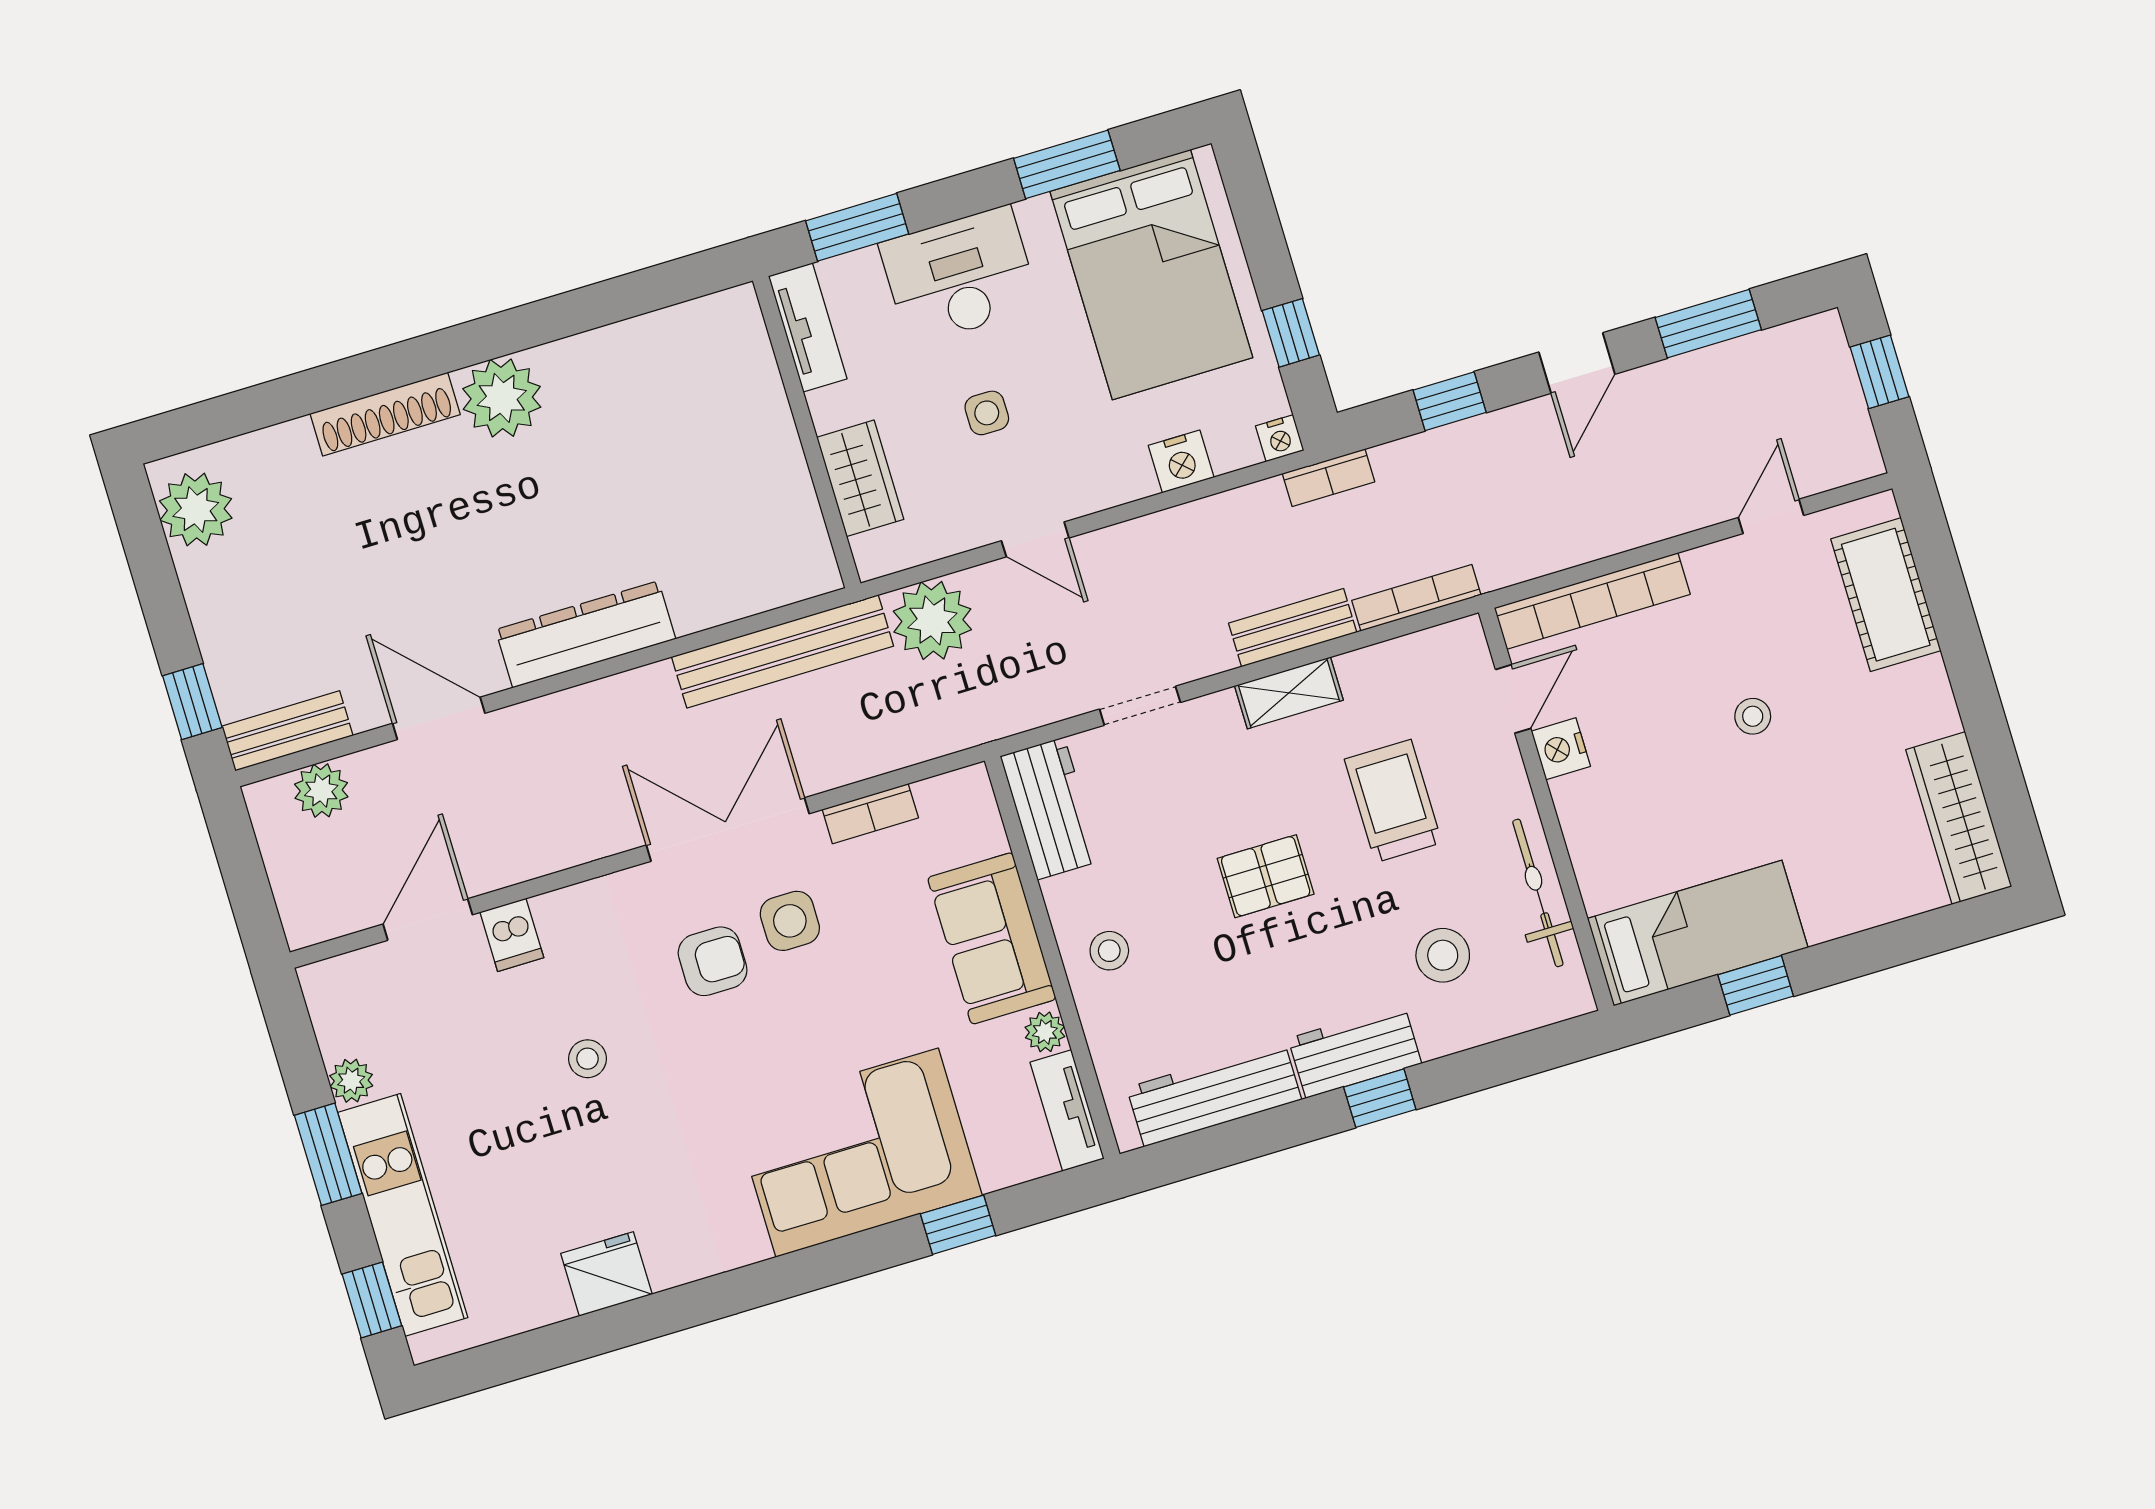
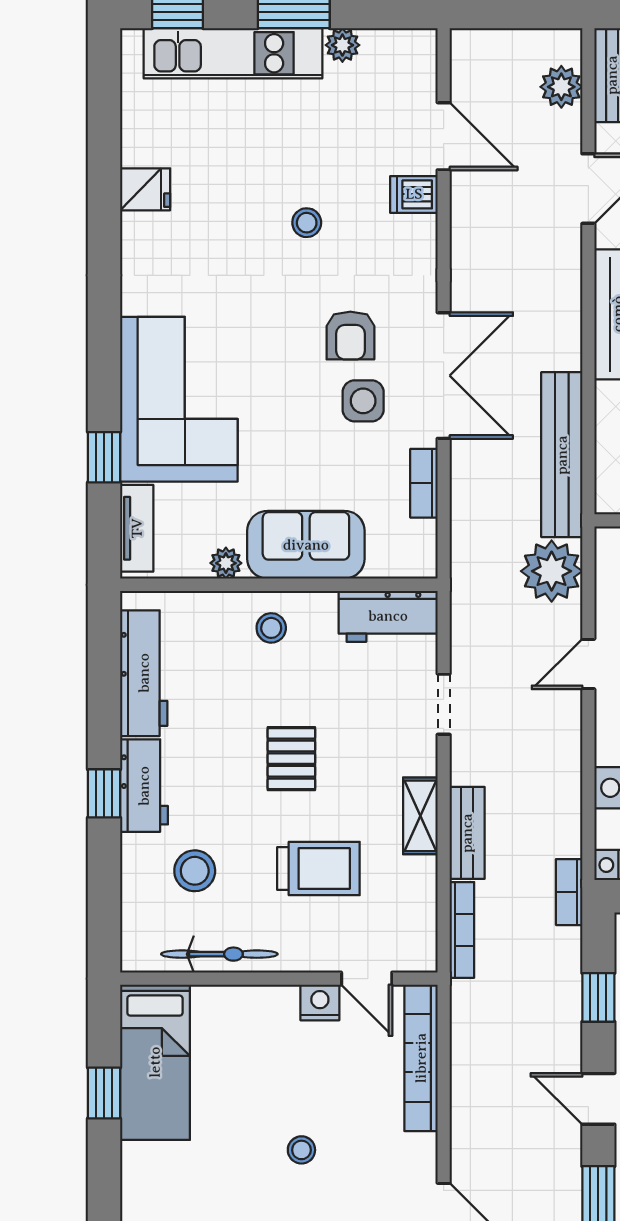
tv unit: (1067, 1111) -> (137, 528), moved, turned 90
fridge: (606, 1274) -> (145, 189), width x0.72

